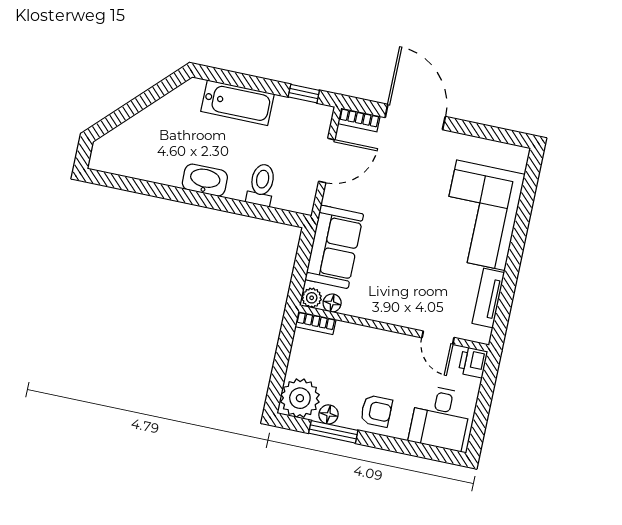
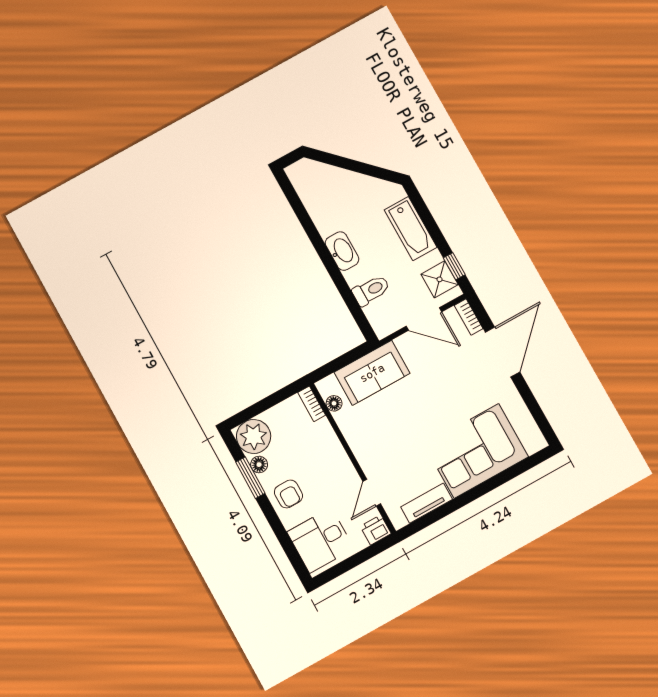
shower: (304, 116) -> (440, 279), added
plant: (312, 298) -> (326, 387), removed

